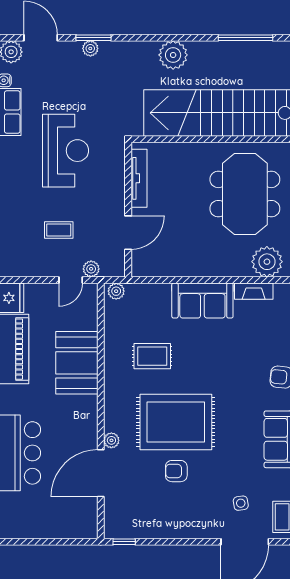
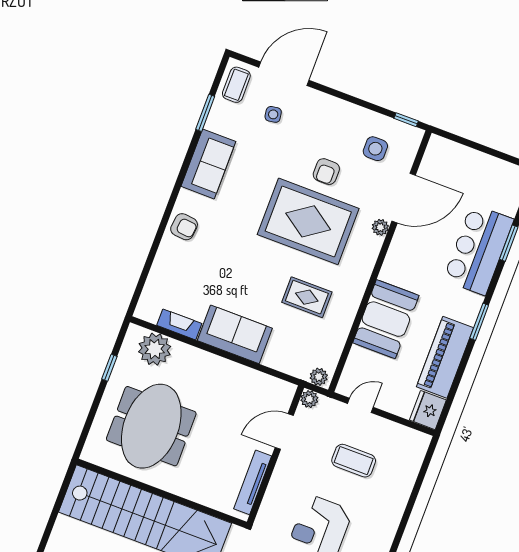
coffee table: (59, 230) -> (354, 461), width x1.36, depth x1.30
plant: (91, 269) -> (309, 399), moved
armchair: (176, 471) -> (326, 172), turned 90
side table: (141, 507) -> (375, 149), added

